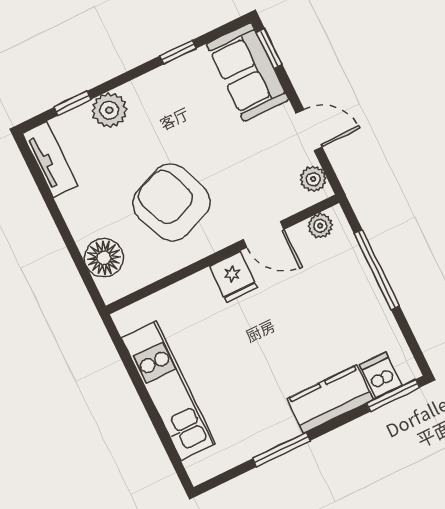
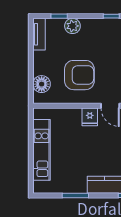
armchair: (171, 202) -> (79, 75), turned 112

